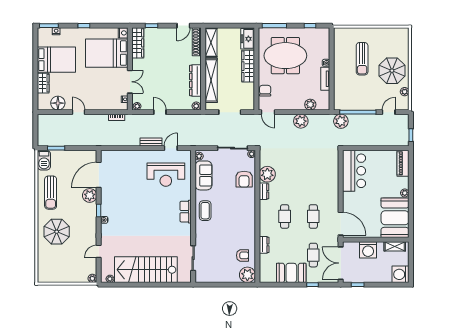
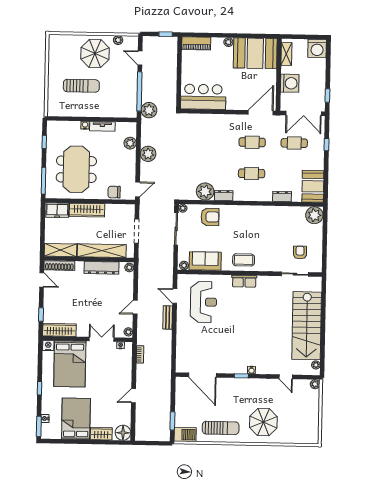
floor lamp: (58, 103) -> (123, 433), moved
plant: (90, 195) -> (225, 385), removed
armchair: (242, 255) -> (300, 252), moved
booth: (291, 273) -> (313, 186), moved

